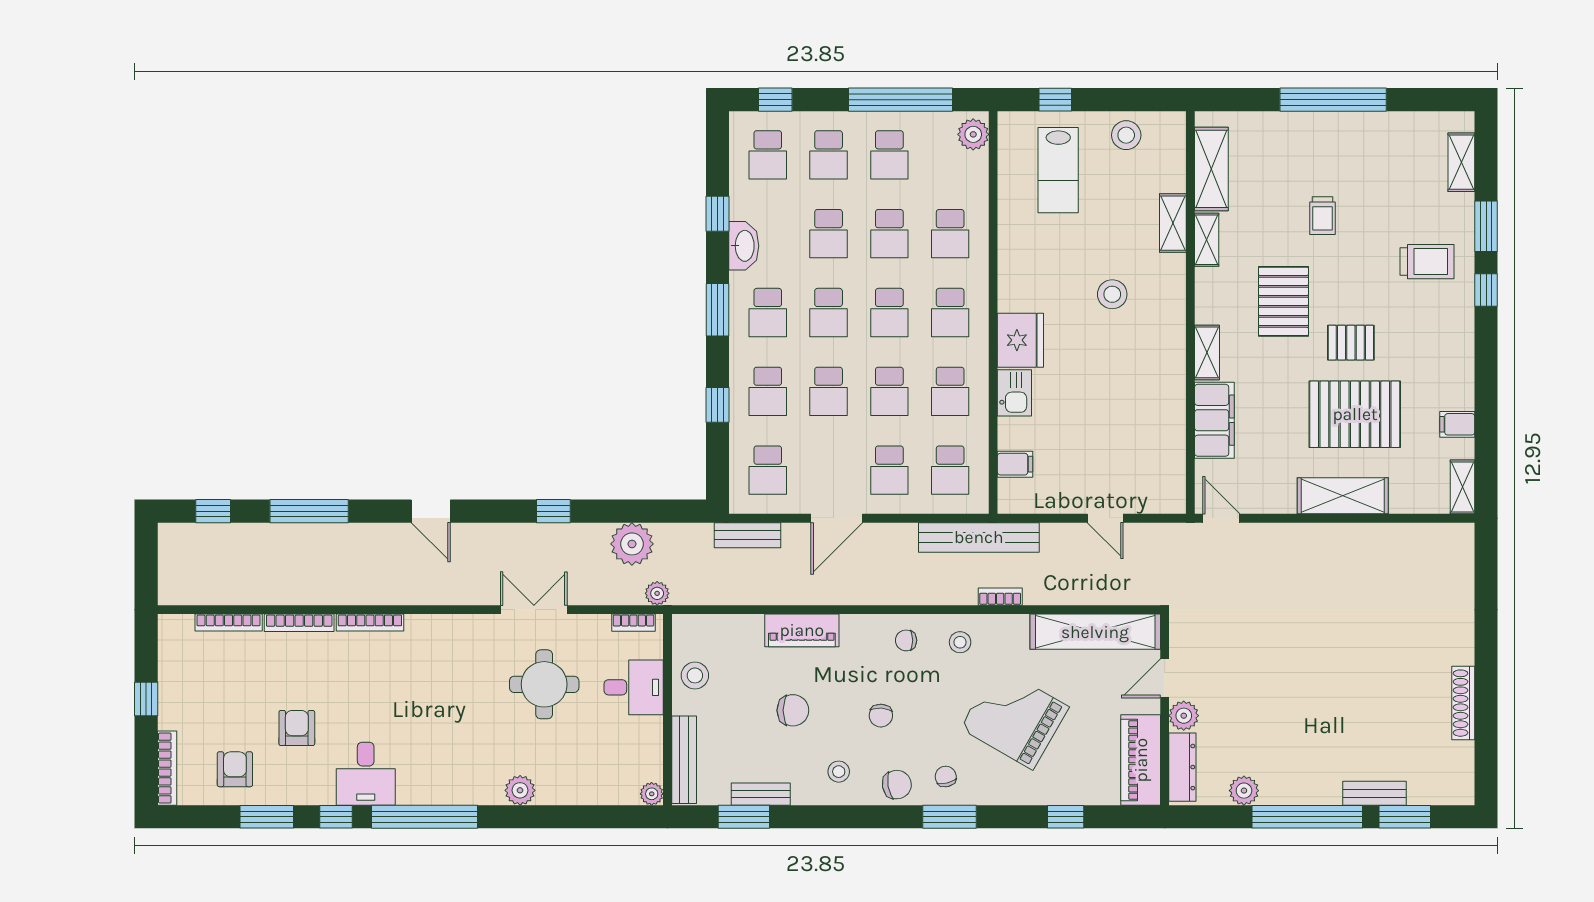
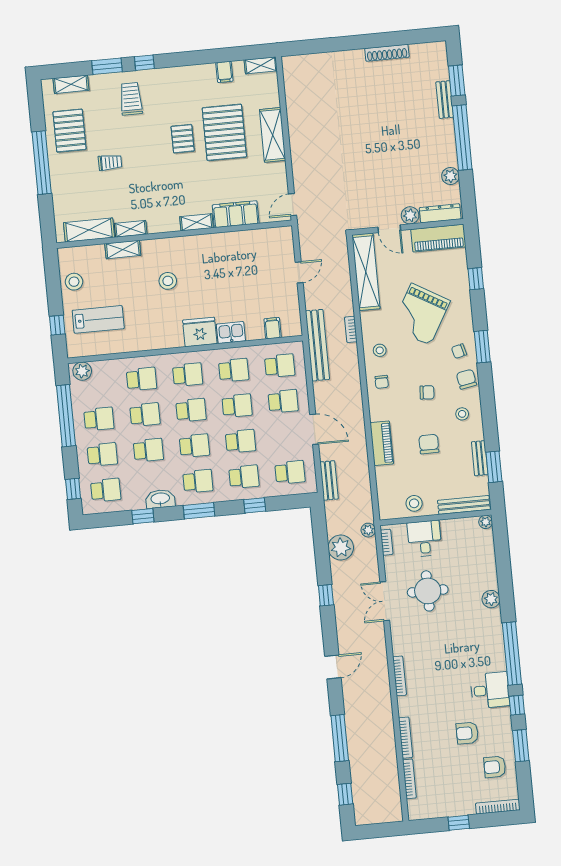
pallet: (1283, 301) -> (70, 131), moved, turned 90
bookcase: (370, 623) -> (399, 676), moved

